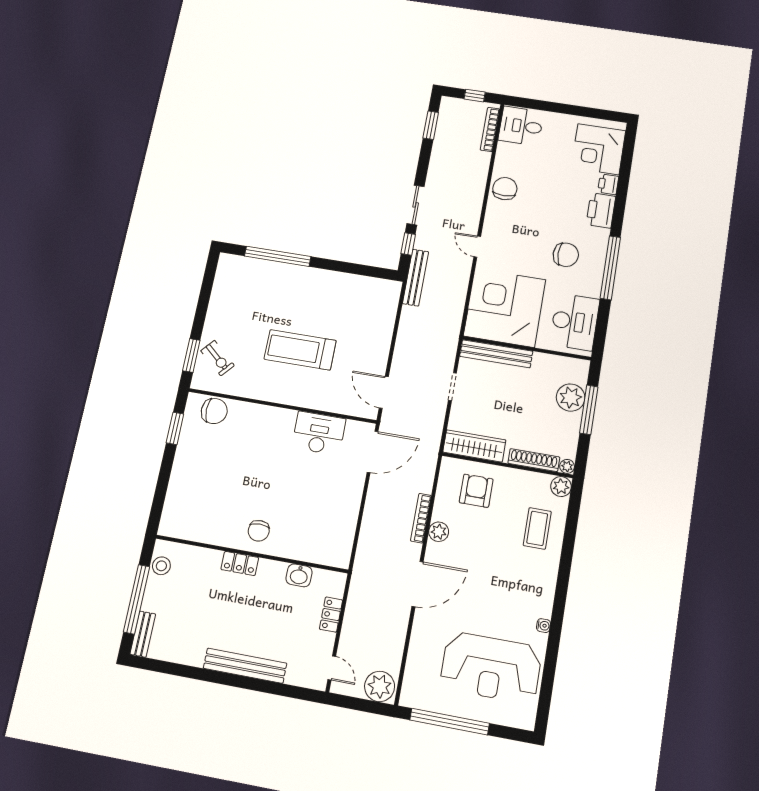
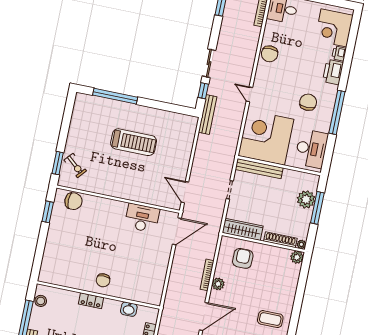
chair: (505, 189) -> (270, 54), turned 180
chair: (566, 255) -> (308, 102), turned -90
treadmill: (300, 350) -> (134, 142), moved, turned 180
coffee table: (537, 528) -> (270, 319), moved, turned 90

